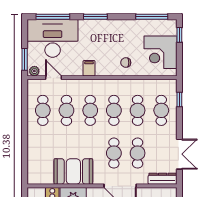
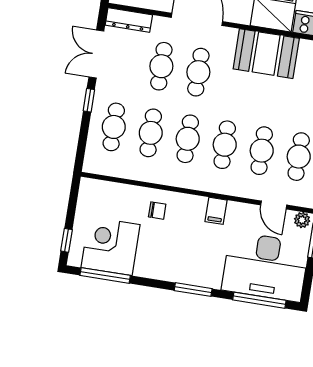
corner desk: (160, 52) -> (111, 246), moved, turned -90
window: (179, 99) -> (89, 100), moved

